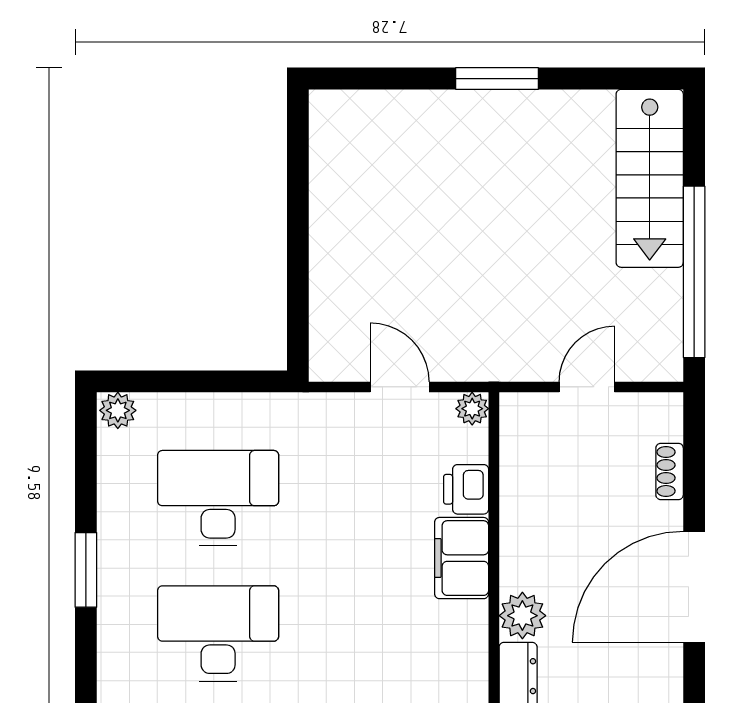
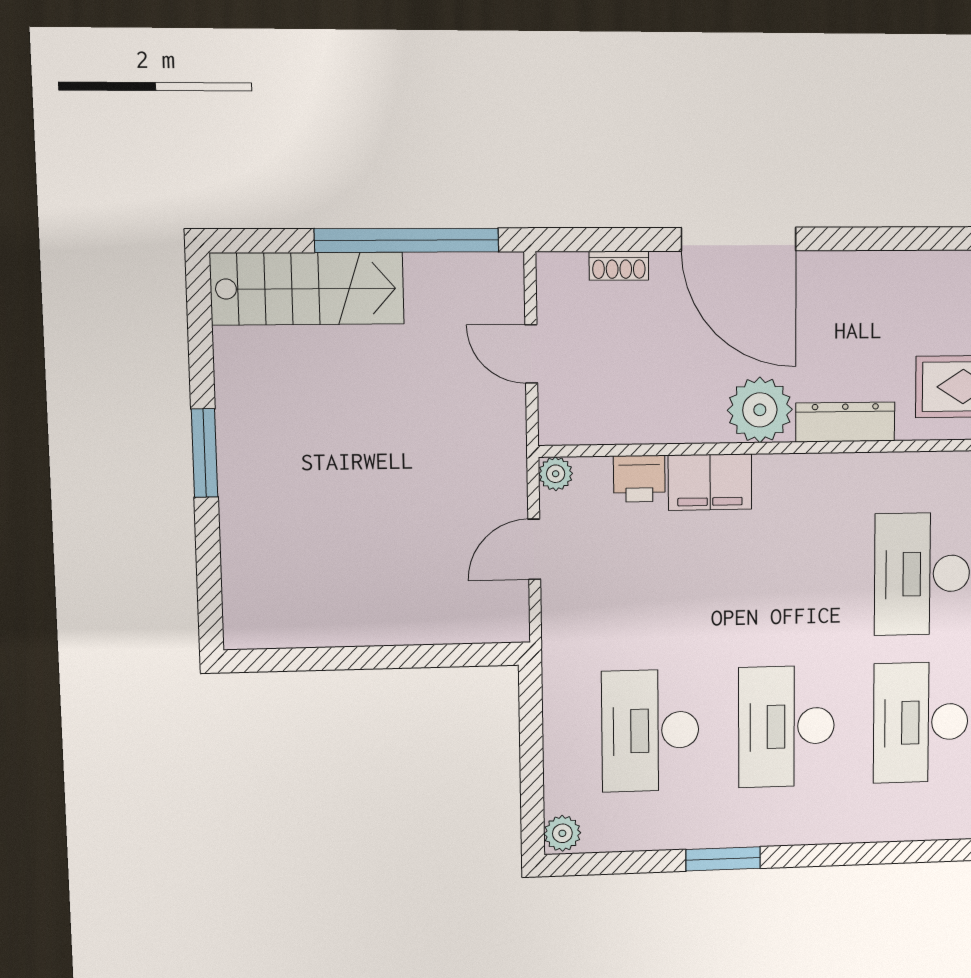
plant: (522, 616) -> (760, 410), width x1.36, depth x1.36

